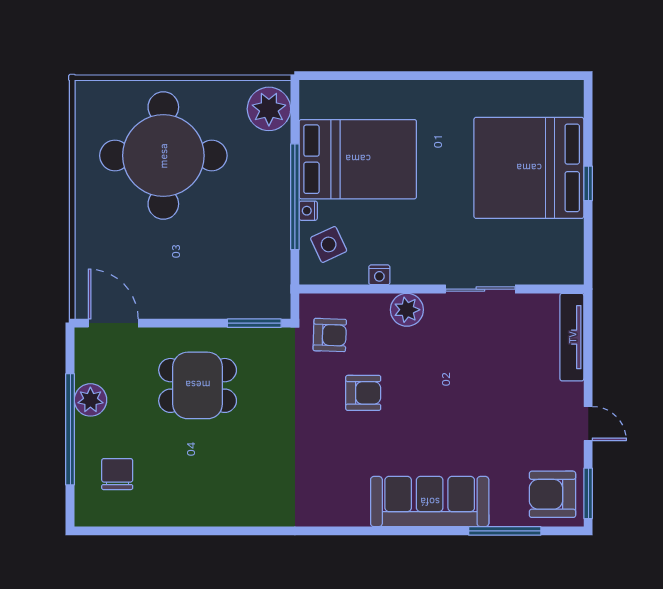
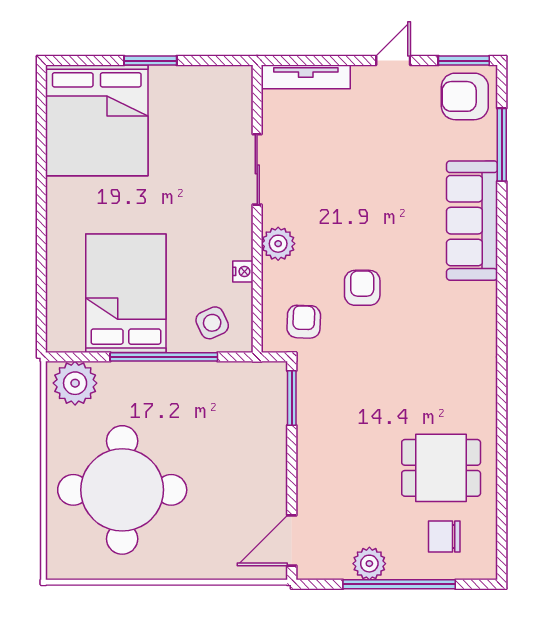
bed: (529, 168) -> (97, 120), moved
window: (588, 183) -> (150, 61), width x1.50
nightstand: (308, 211) -> (178, 343), removed
dining table: (198, 385) -> (441, 468), moved, turned 90
armchair: (552, 494) -> (465, 96), turned 90

